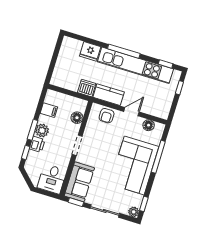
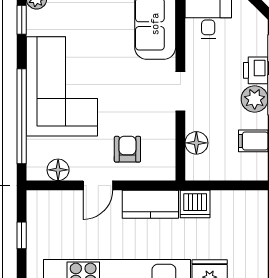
window: (179, 88) -> (22, 235), moved
armchair: (107, 116) -> (127, 149), moved
window: (158, 157) -> (22, 116), width x1.46

